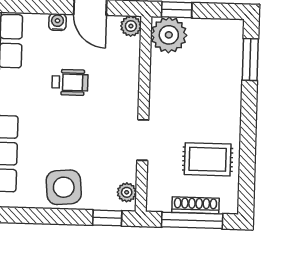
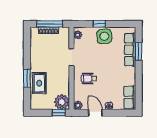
window: (250, 60) -> (27, 78), moved
wheelchair: (70, 82) -> (89, 79), moved
rug: (208, 159) -> (39, 83), moved, turned 90
window: (107, 218) -> (99, 24), moved

